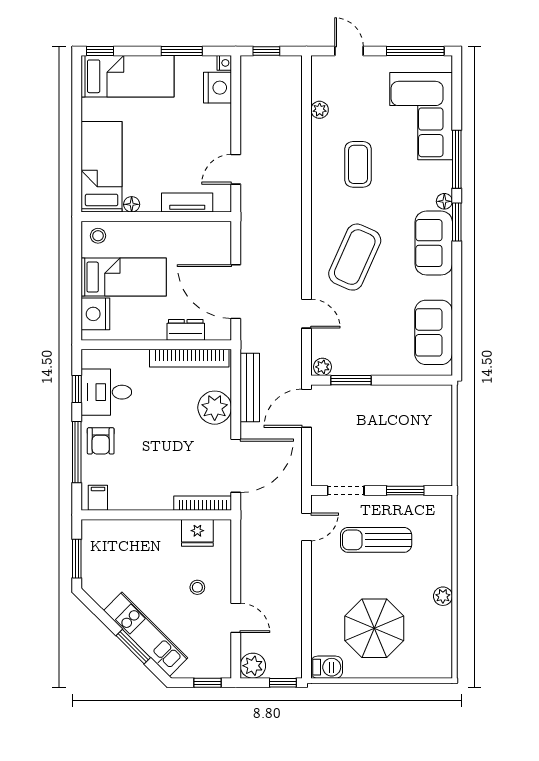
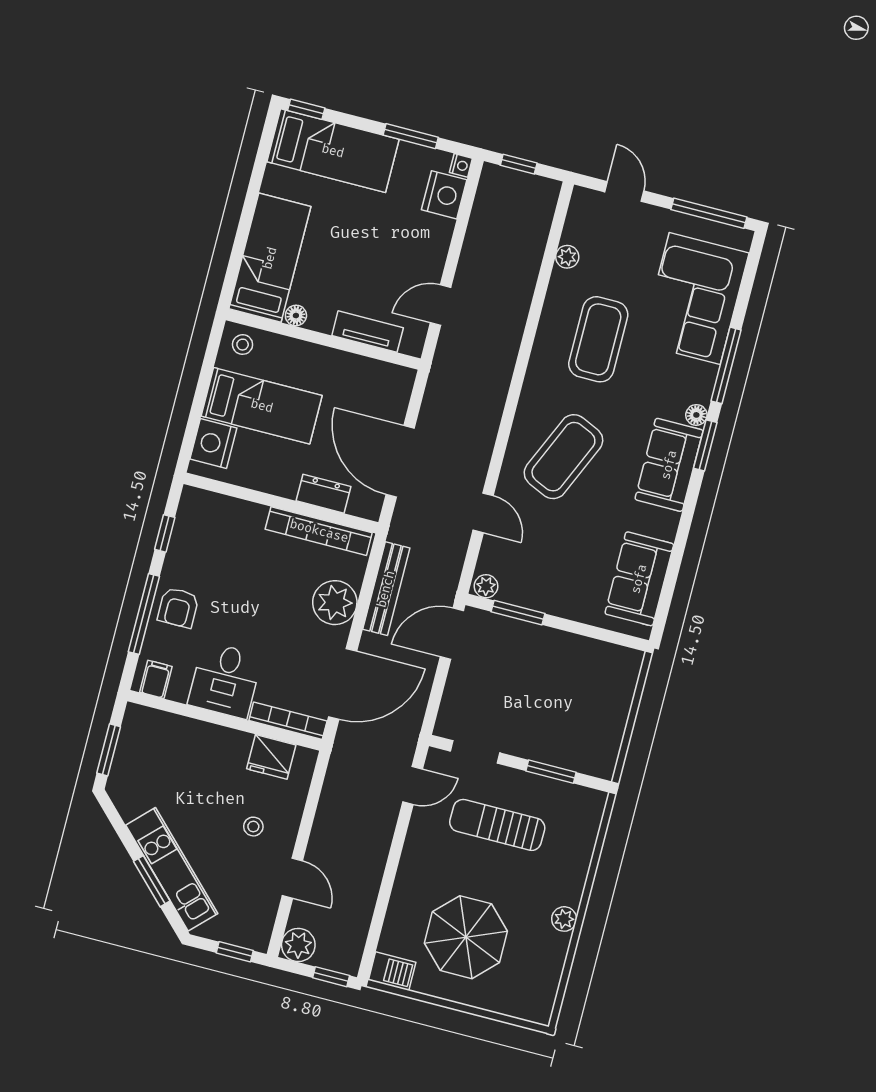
coffee table: (358, 164) -> (598, 339), width x1.36, depth x1.32
desk: (106, 392) -> (225, 680), moved, turned -90

